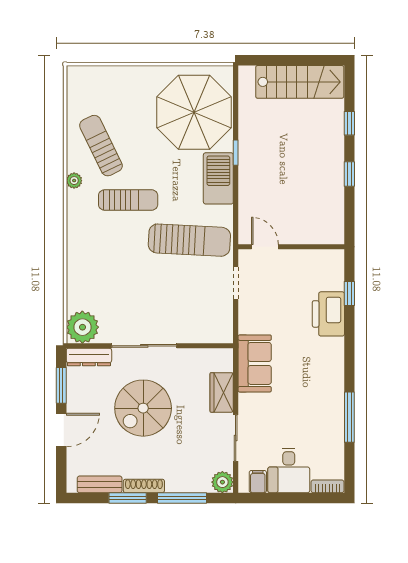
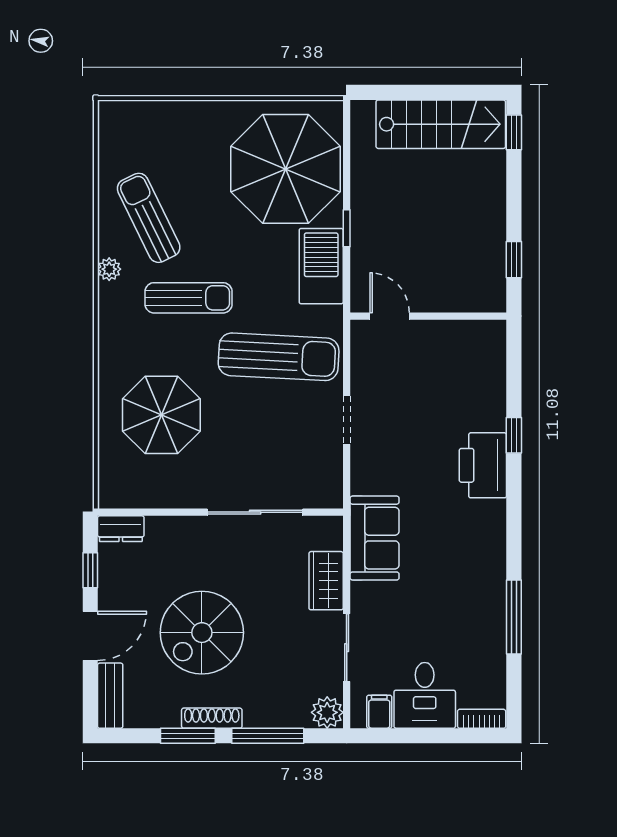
window: (349, 123) -> (514, 132), moved
door: (265, 247) -> (390, 316), moved
wall: (291, 247) -> (428, 316), moved
parasol: (110, 280) -> (161, 415), added
plant: (82, 327) -> (122, 485), removed
sliding door: (144, 346) -> (255, 512), moved
dresser: (89, 357) -> (121, 529), width x0.70
window: (61, 385) -> (90, 570), width x0.67
spiral stairs: (143, 408) -> (202, 633), moved
bench: (100, 484) -> (110, 696), moved, turned 90

